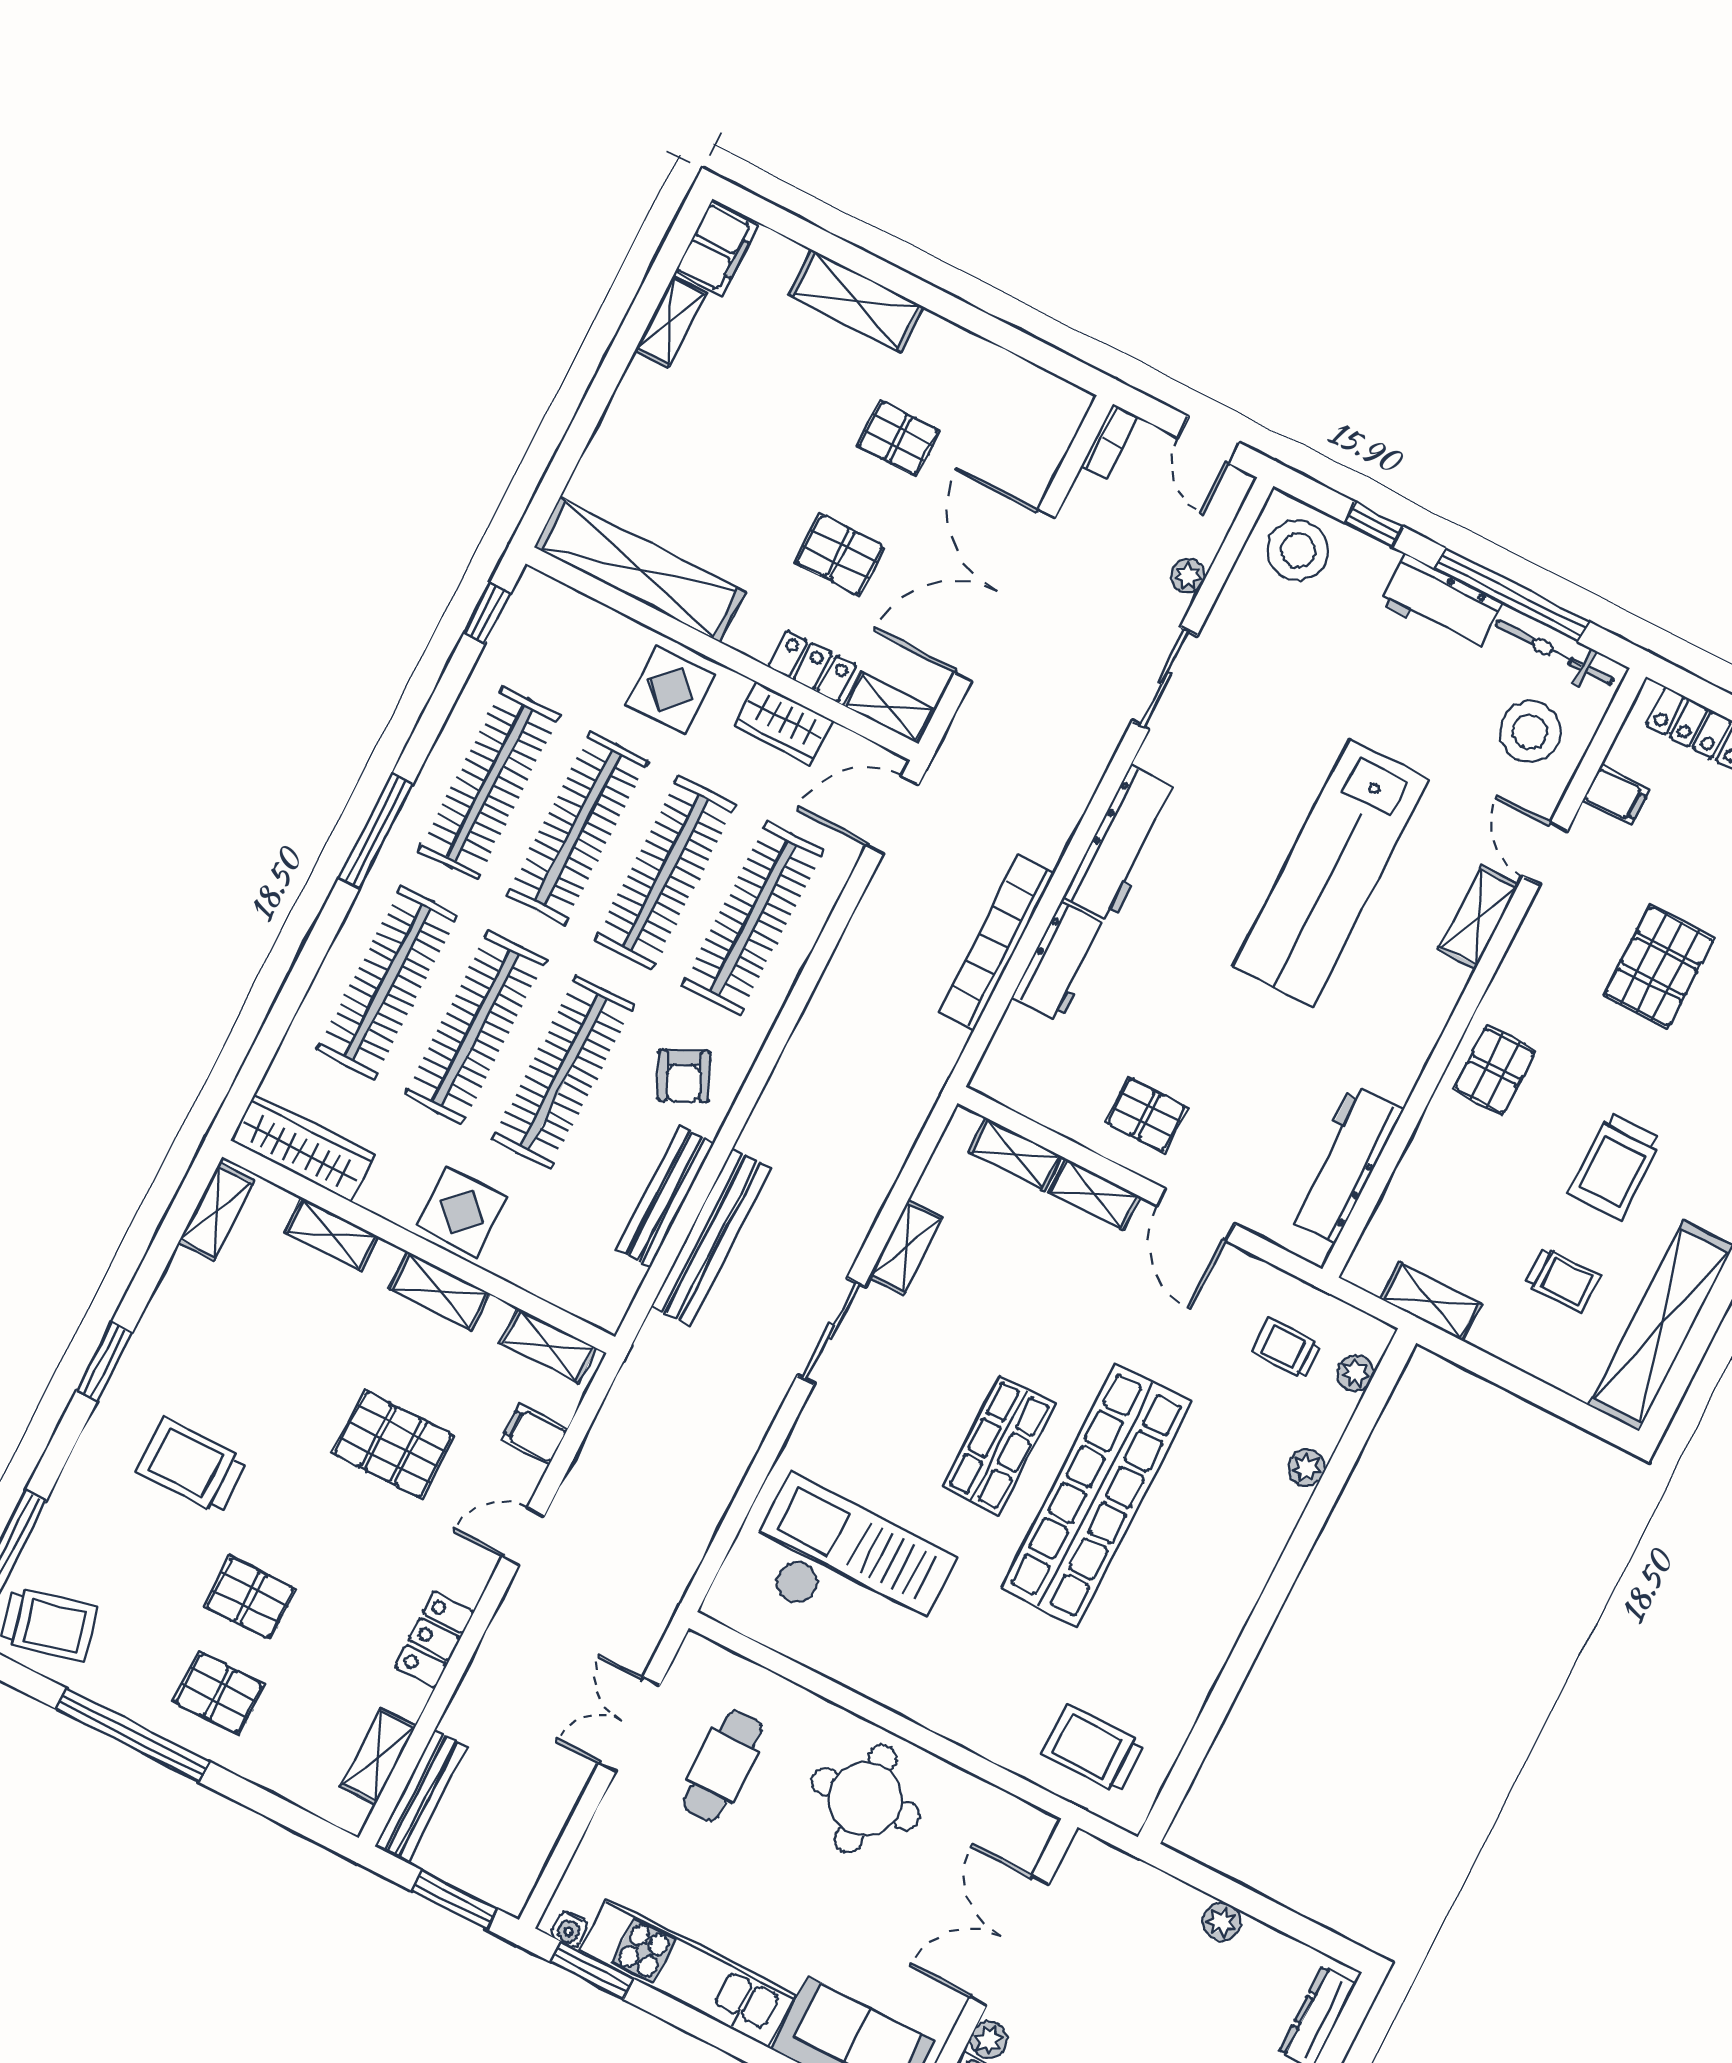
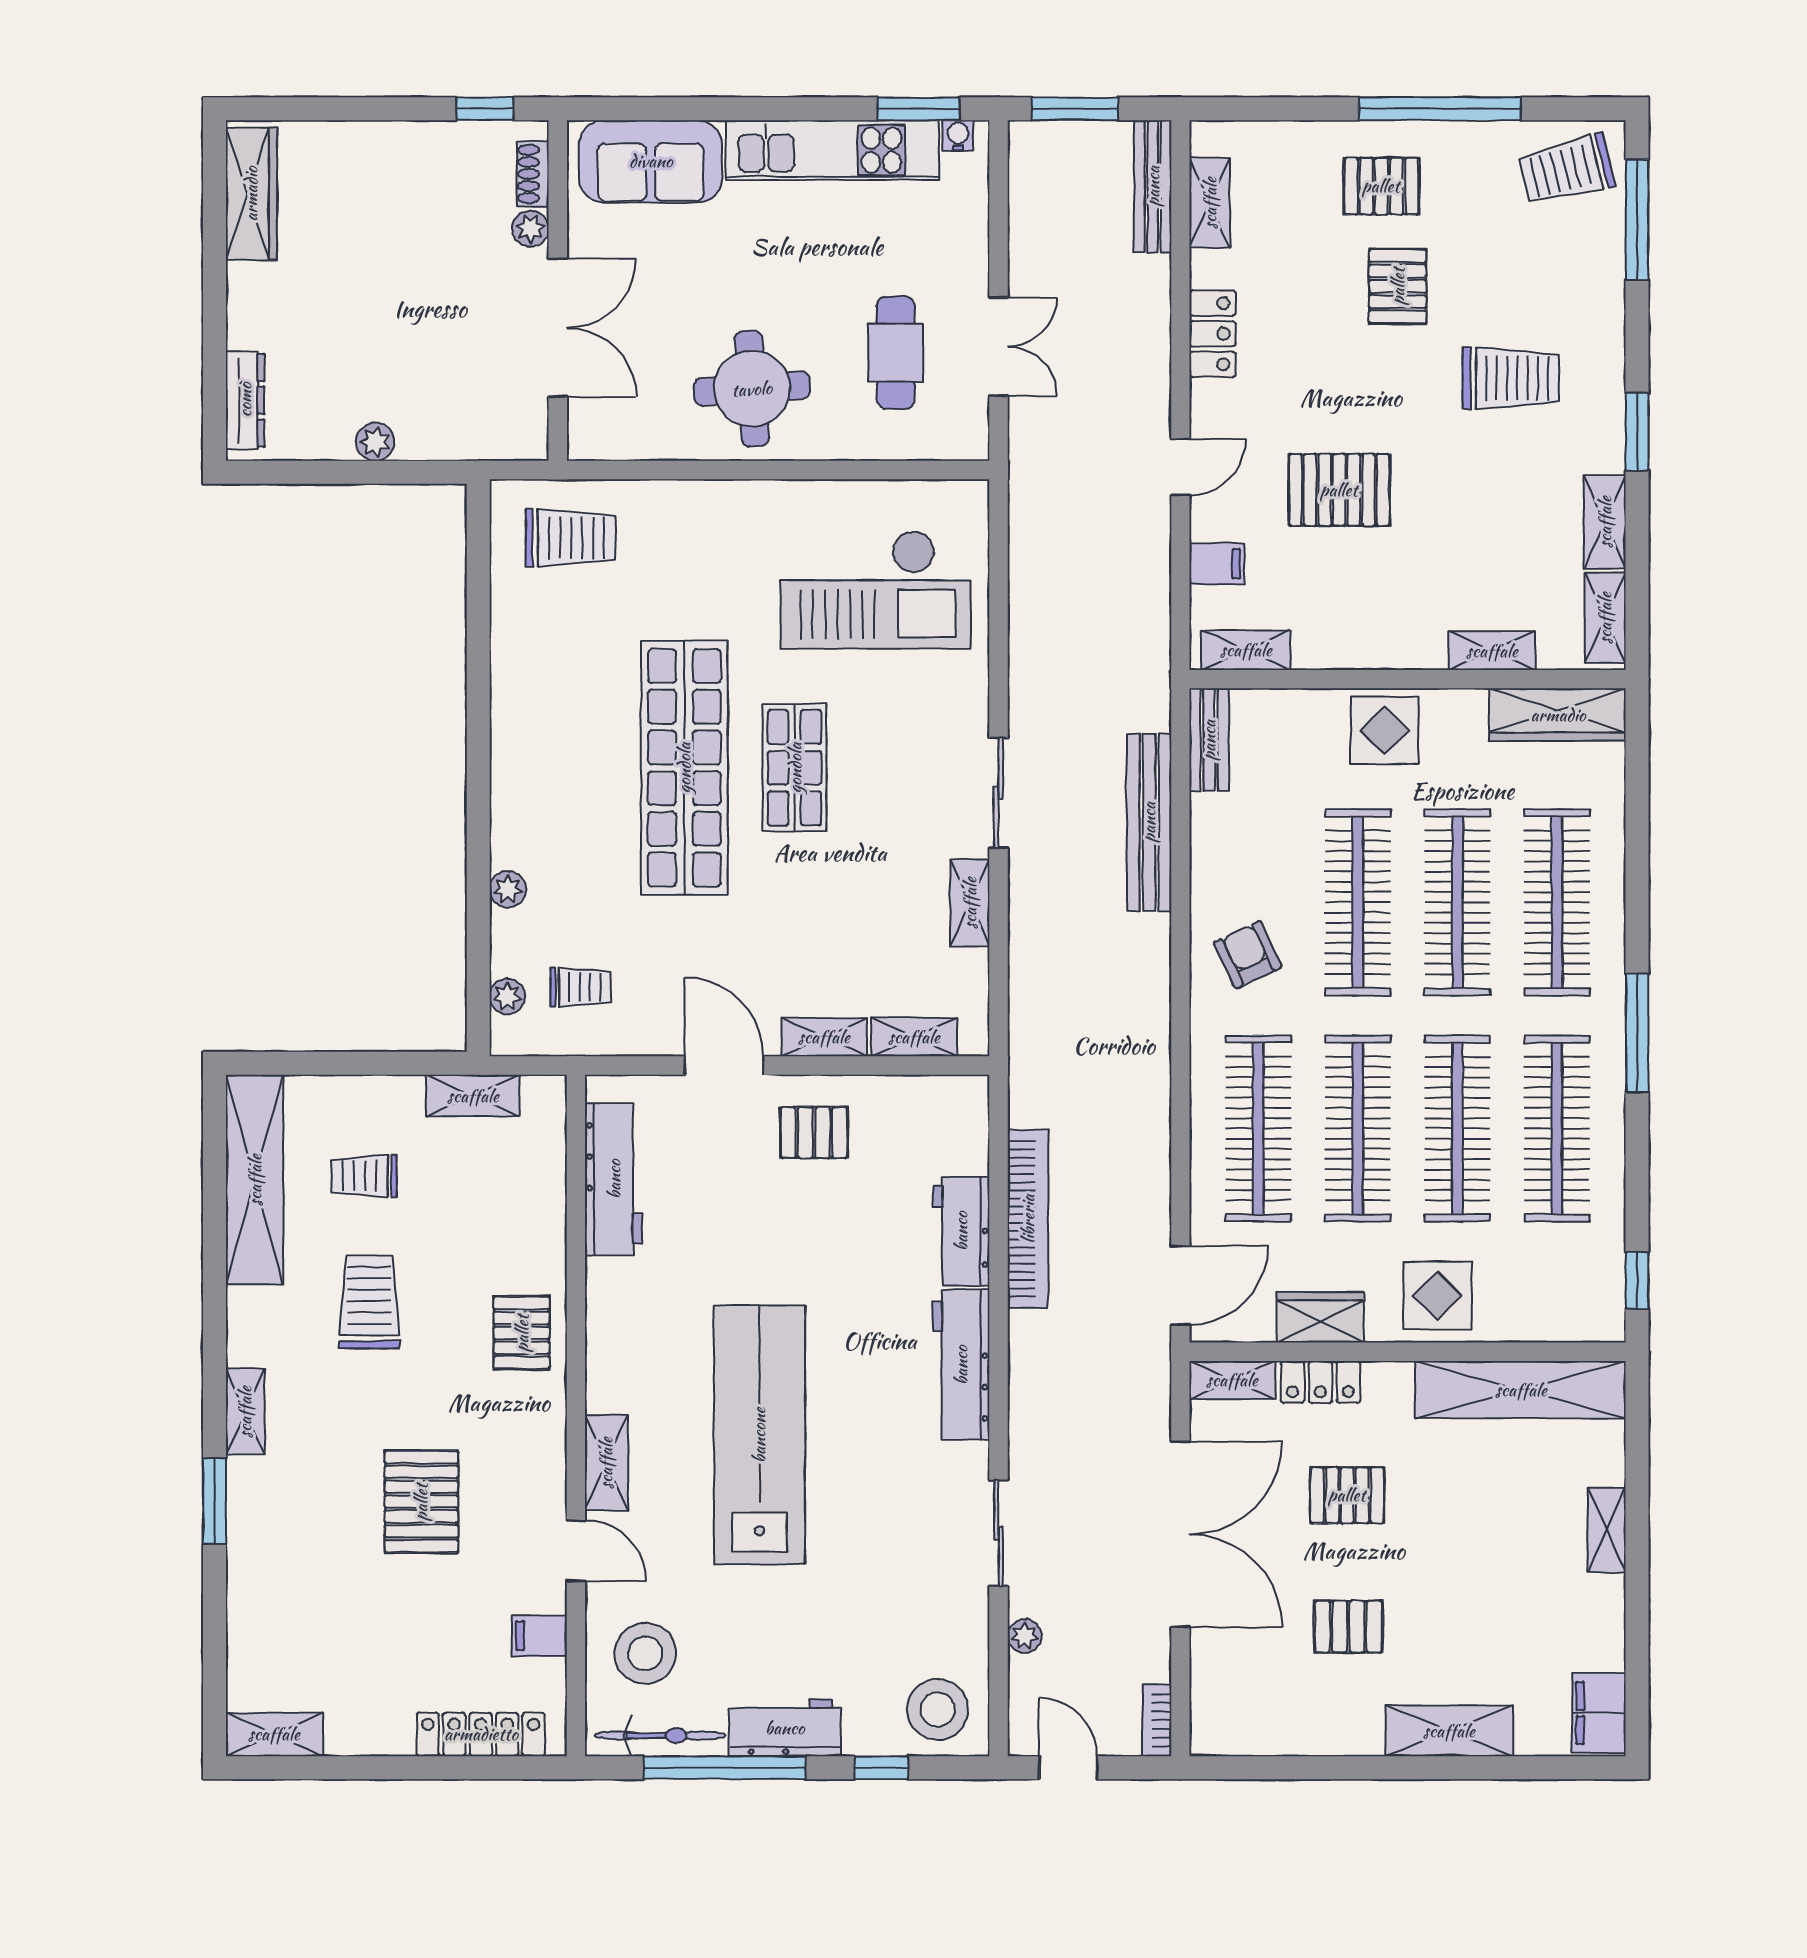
shelving: (671, 322) -> (1607, 1530), moved
bench: (665, 1197) -> (1209, 740), moved, width x0.73
shelving: (439, 1291) -> (1605, 522), moved, turned 90
pallet: (250, 1598) -> (1398, 286), turned 90

